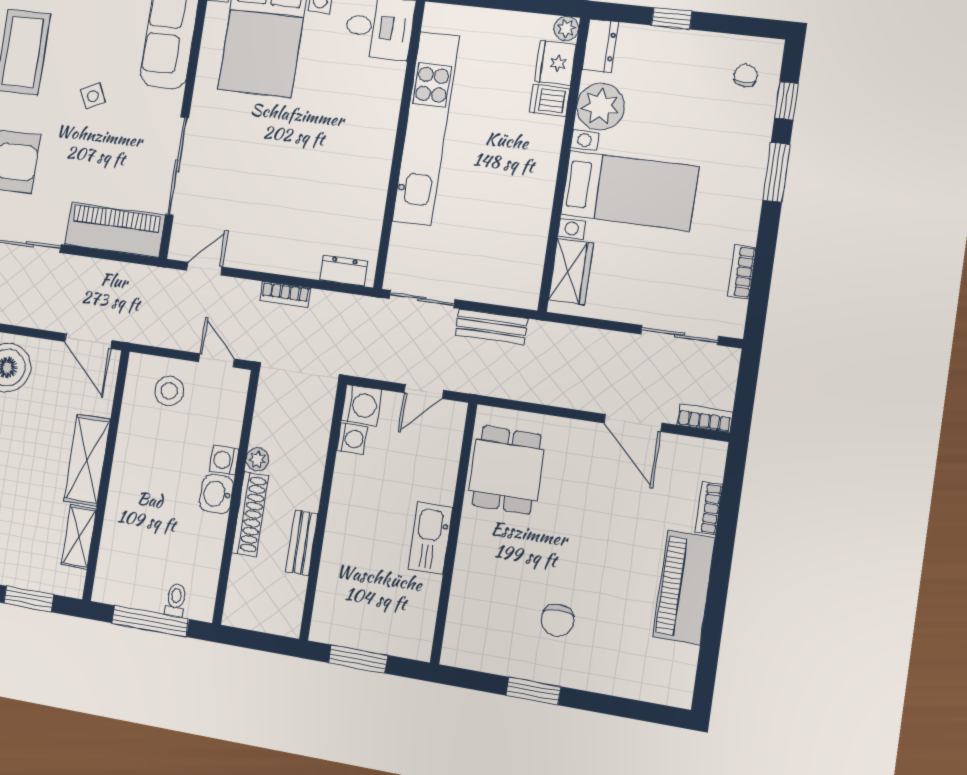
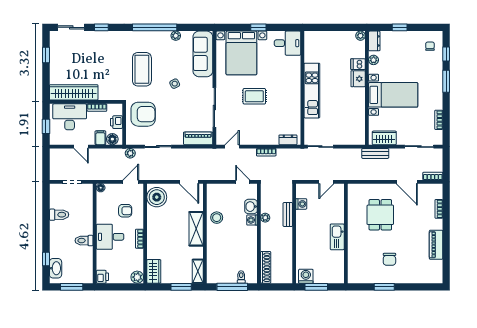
fridge: (555, 63) -> (358, 79), moved
plant: (600, 107) -> (374, 60), width x0.53, depth x0.53
kitchen unit: (426, 128) -> (312, 91), width x0.73
rug: (277, 150) -> (254, 96), added
piano: (115, 230) -> (198, 138), width x0.73, depth x0.75
wardrobe: (571, 272) -> (384, 138), moved, turned -90
bench: (491, 327) -> (375, 153), moved
stool: (169, 391) -> (217, 218), moved
washing machine: (362, 405) -> (306, 276), moved, turned -90
dining table: (506, 470) -> (380, 215), moved
washbasin: (216, 494) -> (251, 207), moved
shoe rack: (250, 514) -> (266, 267), moved
shelving: (79, 537) -> (198, 271), moved
bench: (302, 543) -> (288, 215), moved
piano: (684, 588) -> (436, 245), width x0.73, depth x0.75

